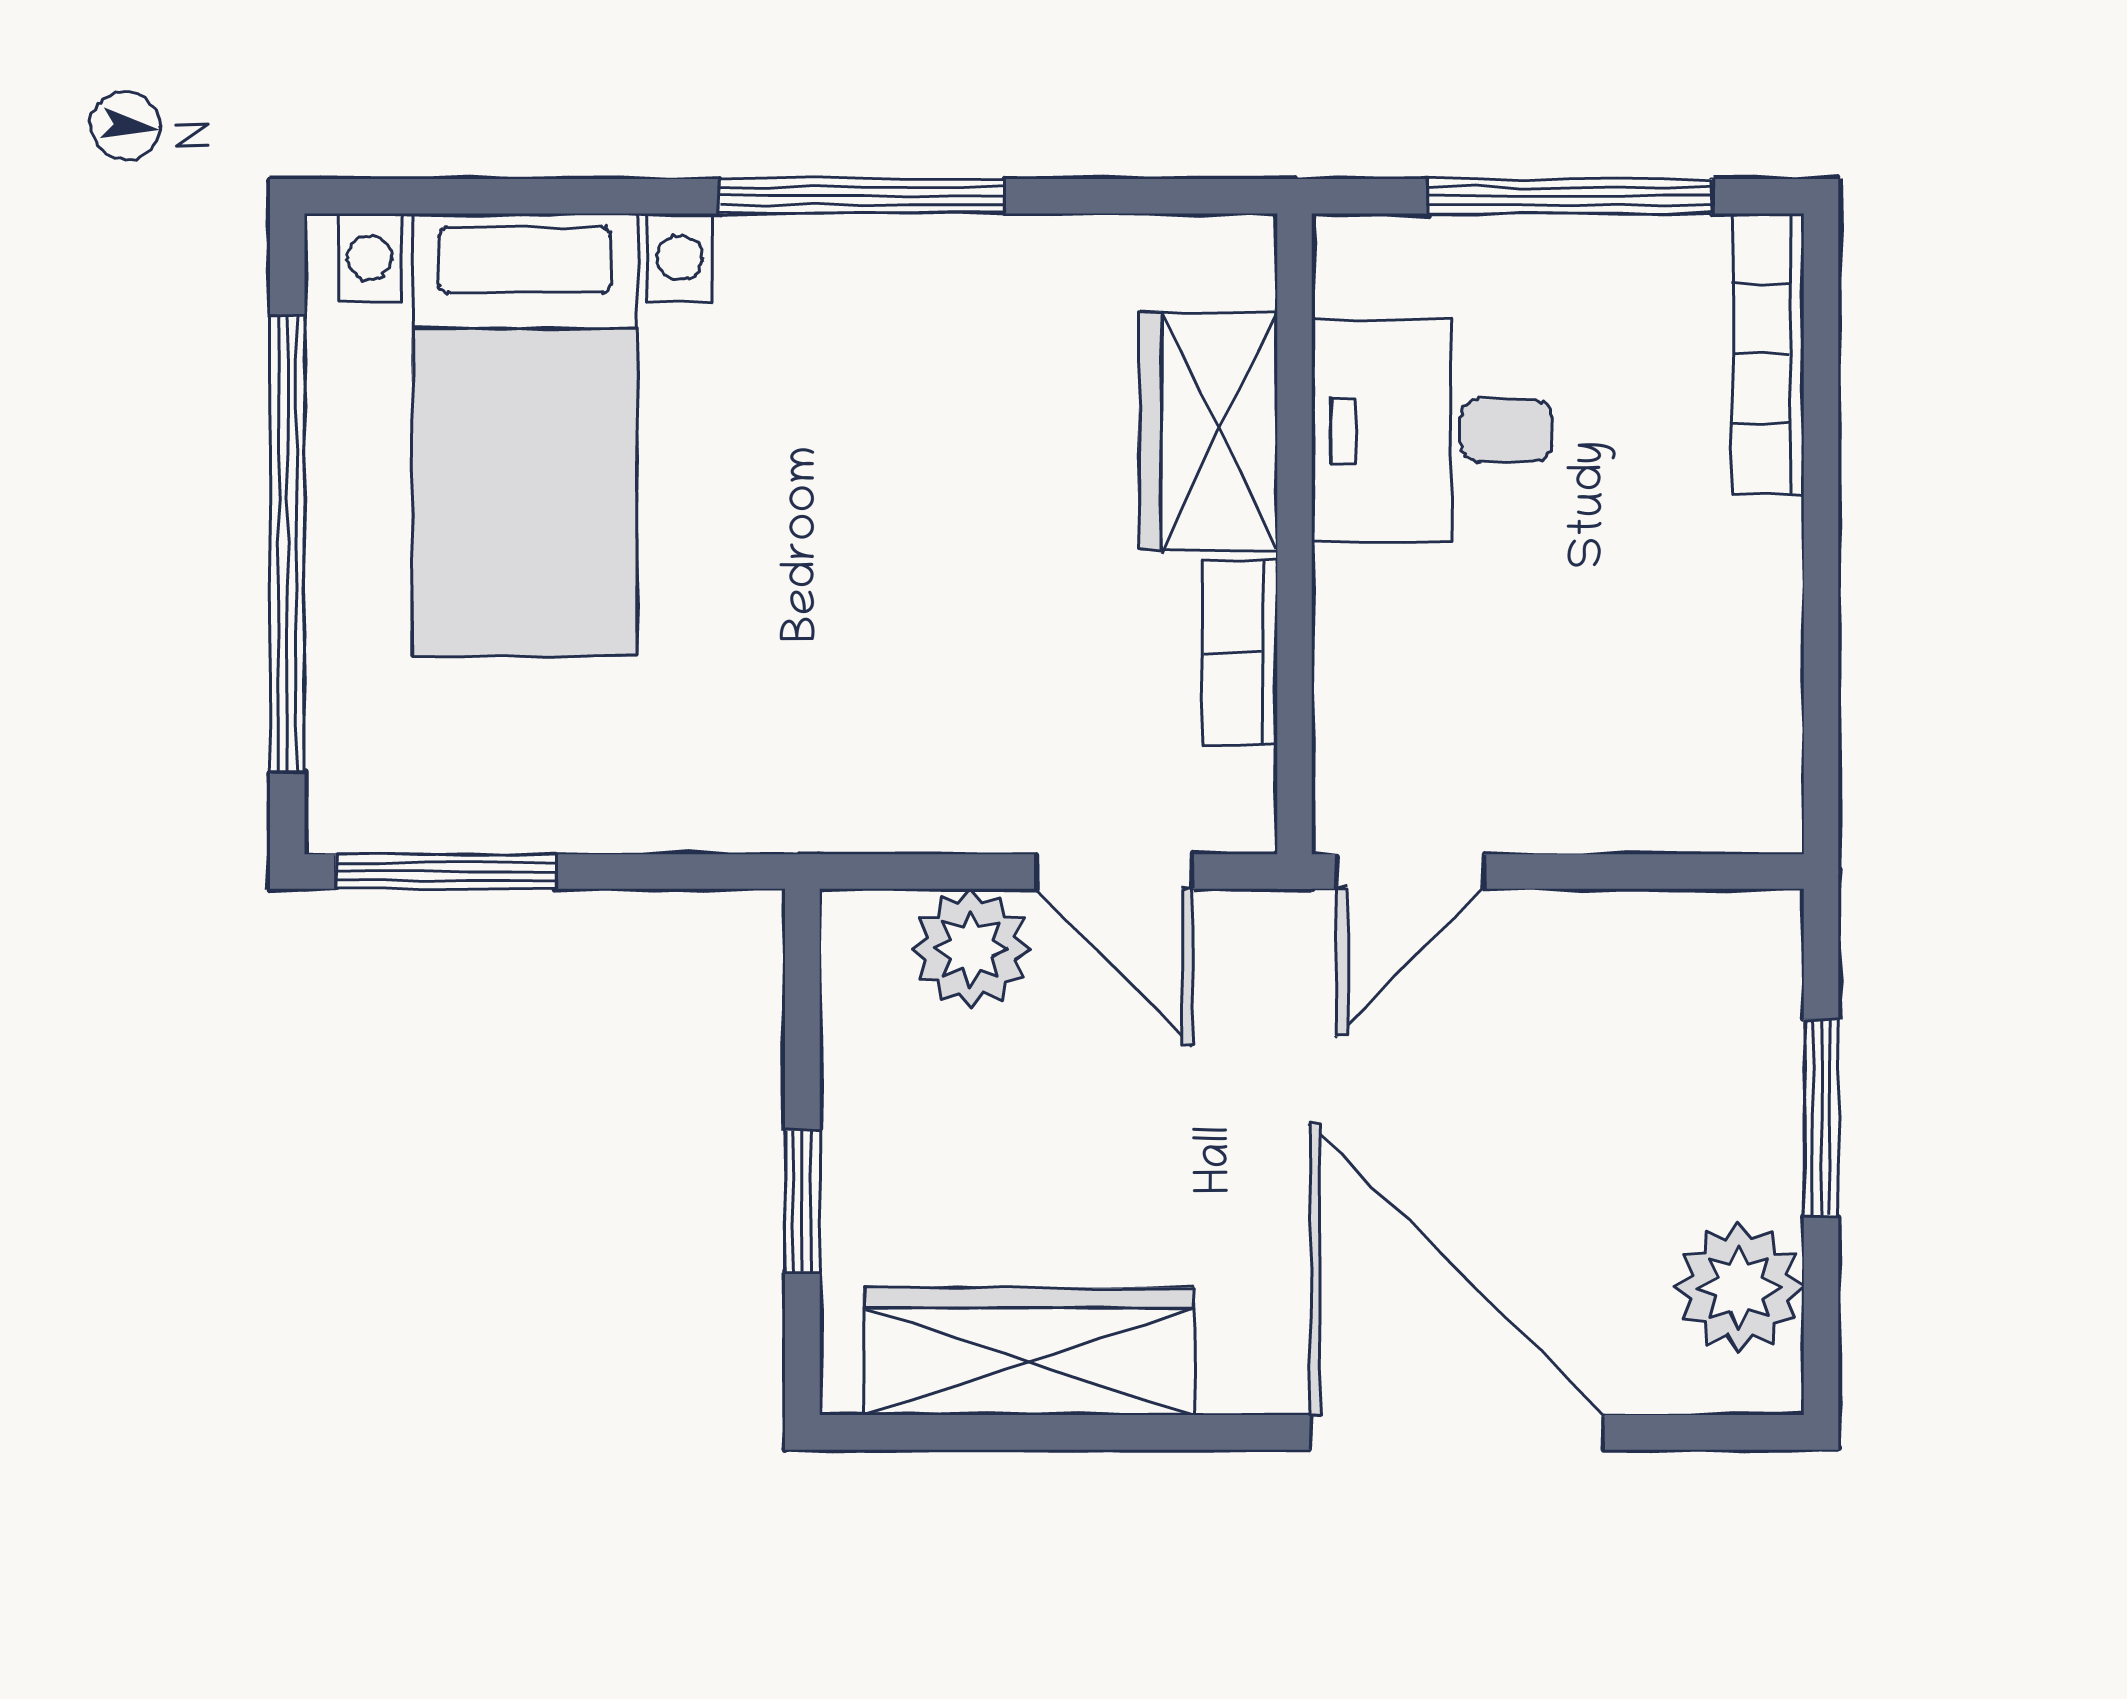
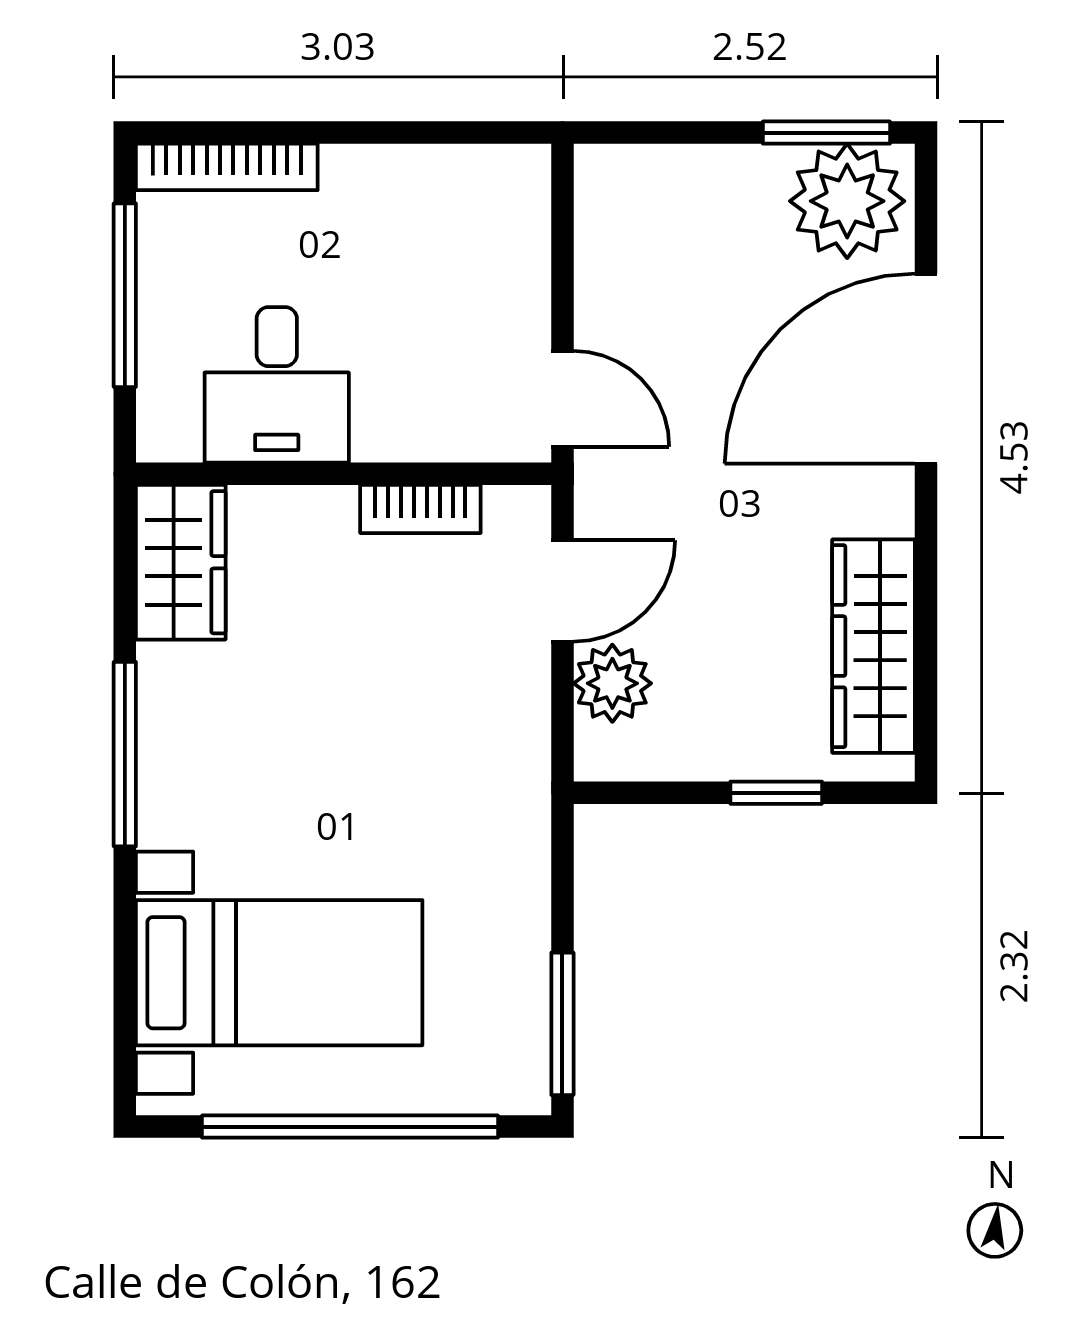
wardrobe: (1208, 431) -> (181, 562), moved, turned -90
window: (1821, 1118) -> (826, 133), moved
plant: (1739, 1287) -> (847, 201), width x1.36, depth x1.36

